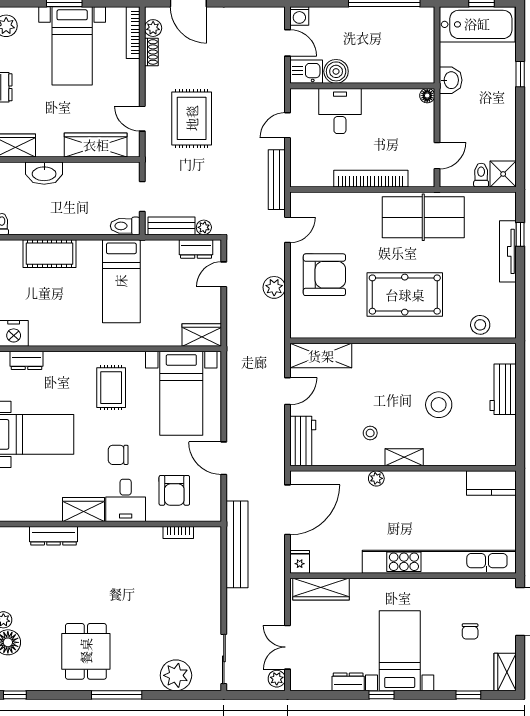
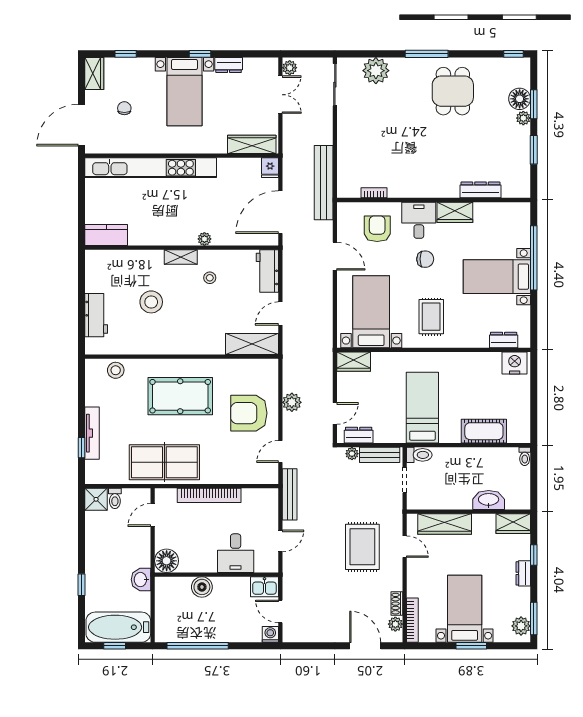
boiler: (336, 71) -> (202, 587), moved
floor lamp: (427, 96) -> (167, 561), width x1.89, depth x1.89

